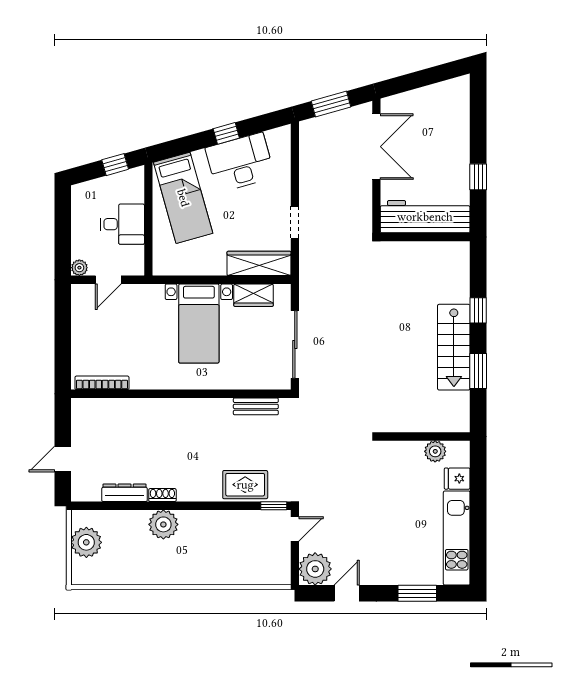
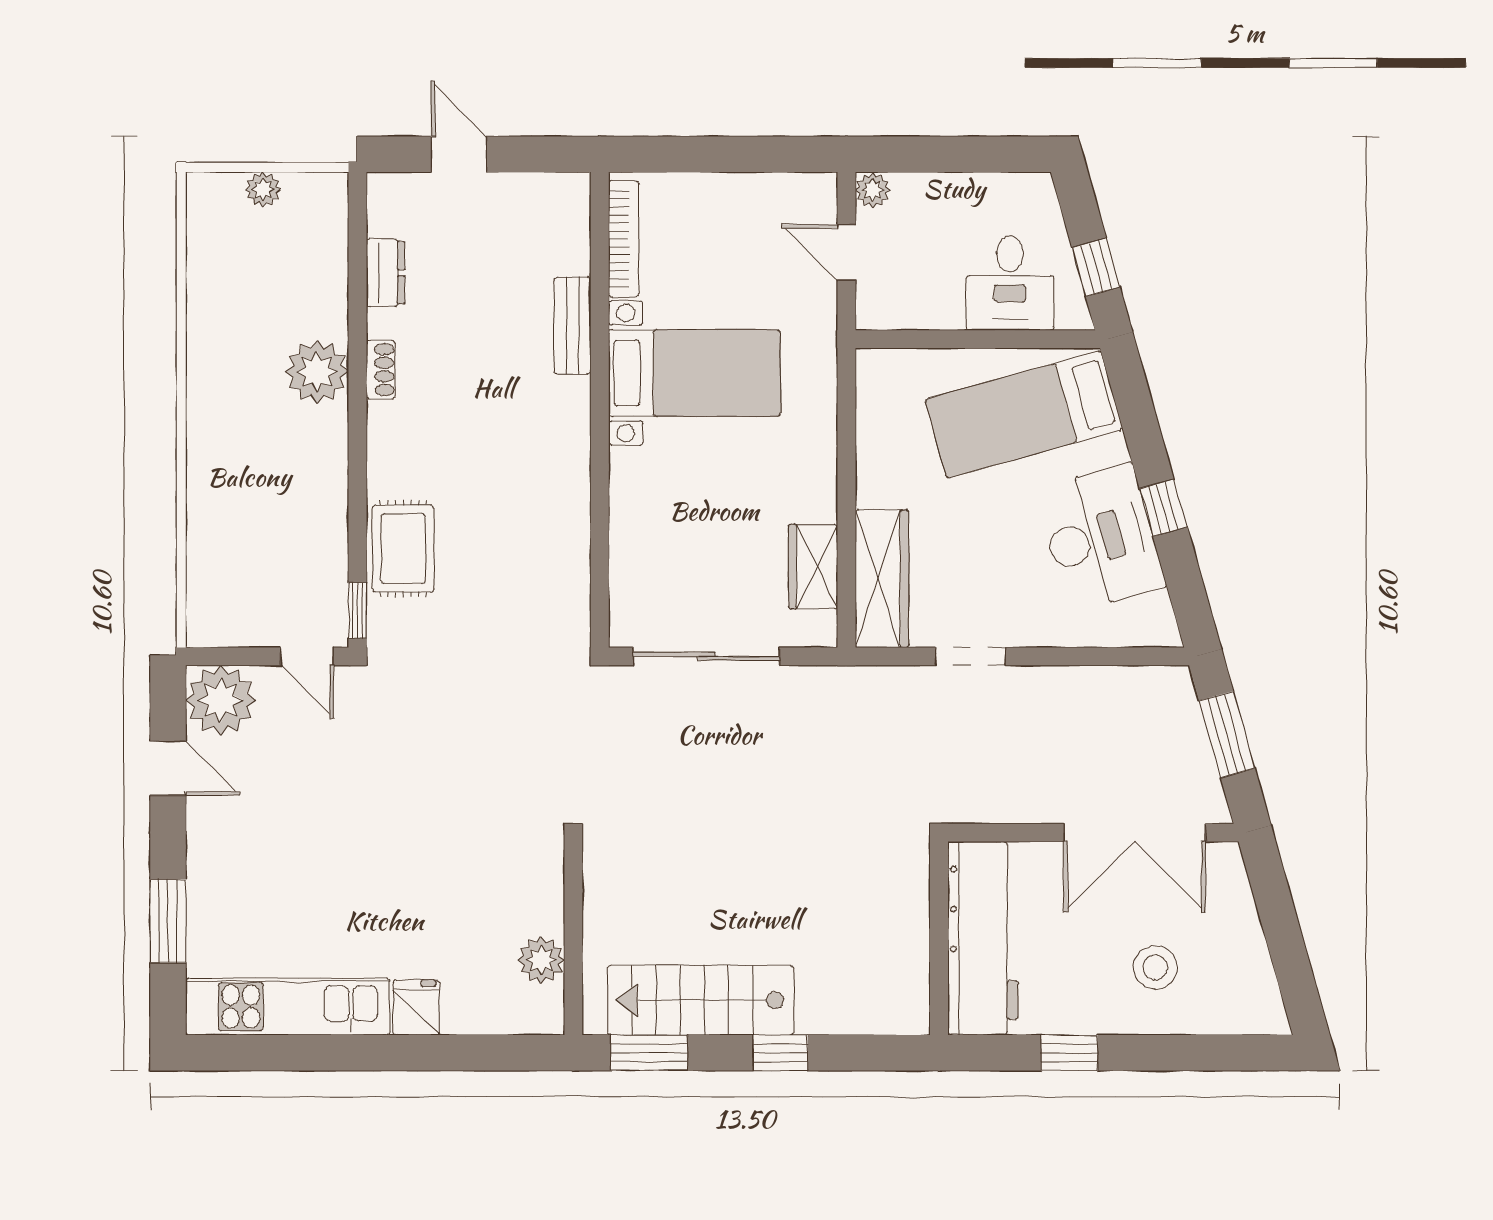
stool: (439, 137) -> (1155, 967), added
desk: (122, 224) -> (1010, 283), moved
bed with nightstands: (199, 323) -> (694, 373), moved, turned 180
bench: (256, 406) -> (573, 326), moved
wall: (425, 437) -> (573, 938), moved
plant: (435, 451) -> (541, 960), moved
dresser: (125, 493) -> (385, 273), width x0.70
plant: (86, 542) -> (263, 189), width x0.53, depth x0.53

